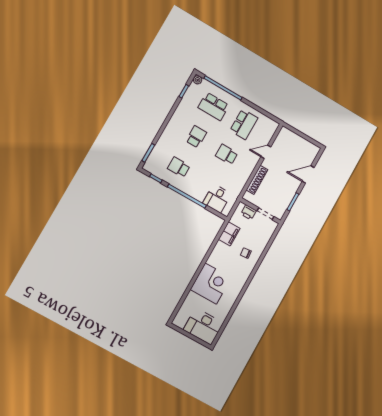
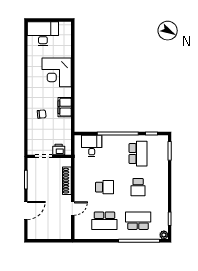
school desk: (244, 124) -> (104, 221), turned -90
school desk: (179, 167) -> (138, 154), width x1.85
filing cabinet: (229, 234) -> (65, 107), moved

